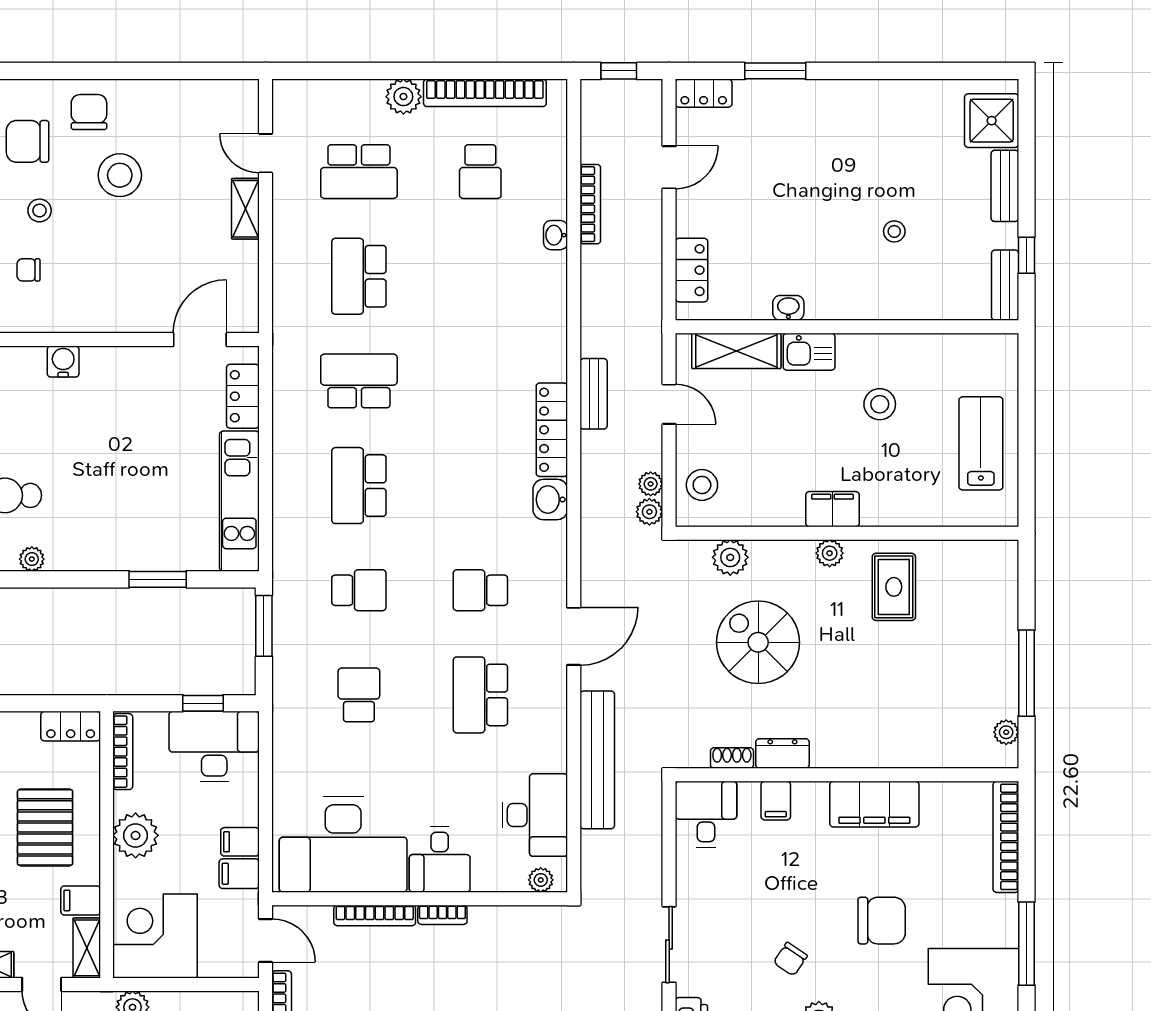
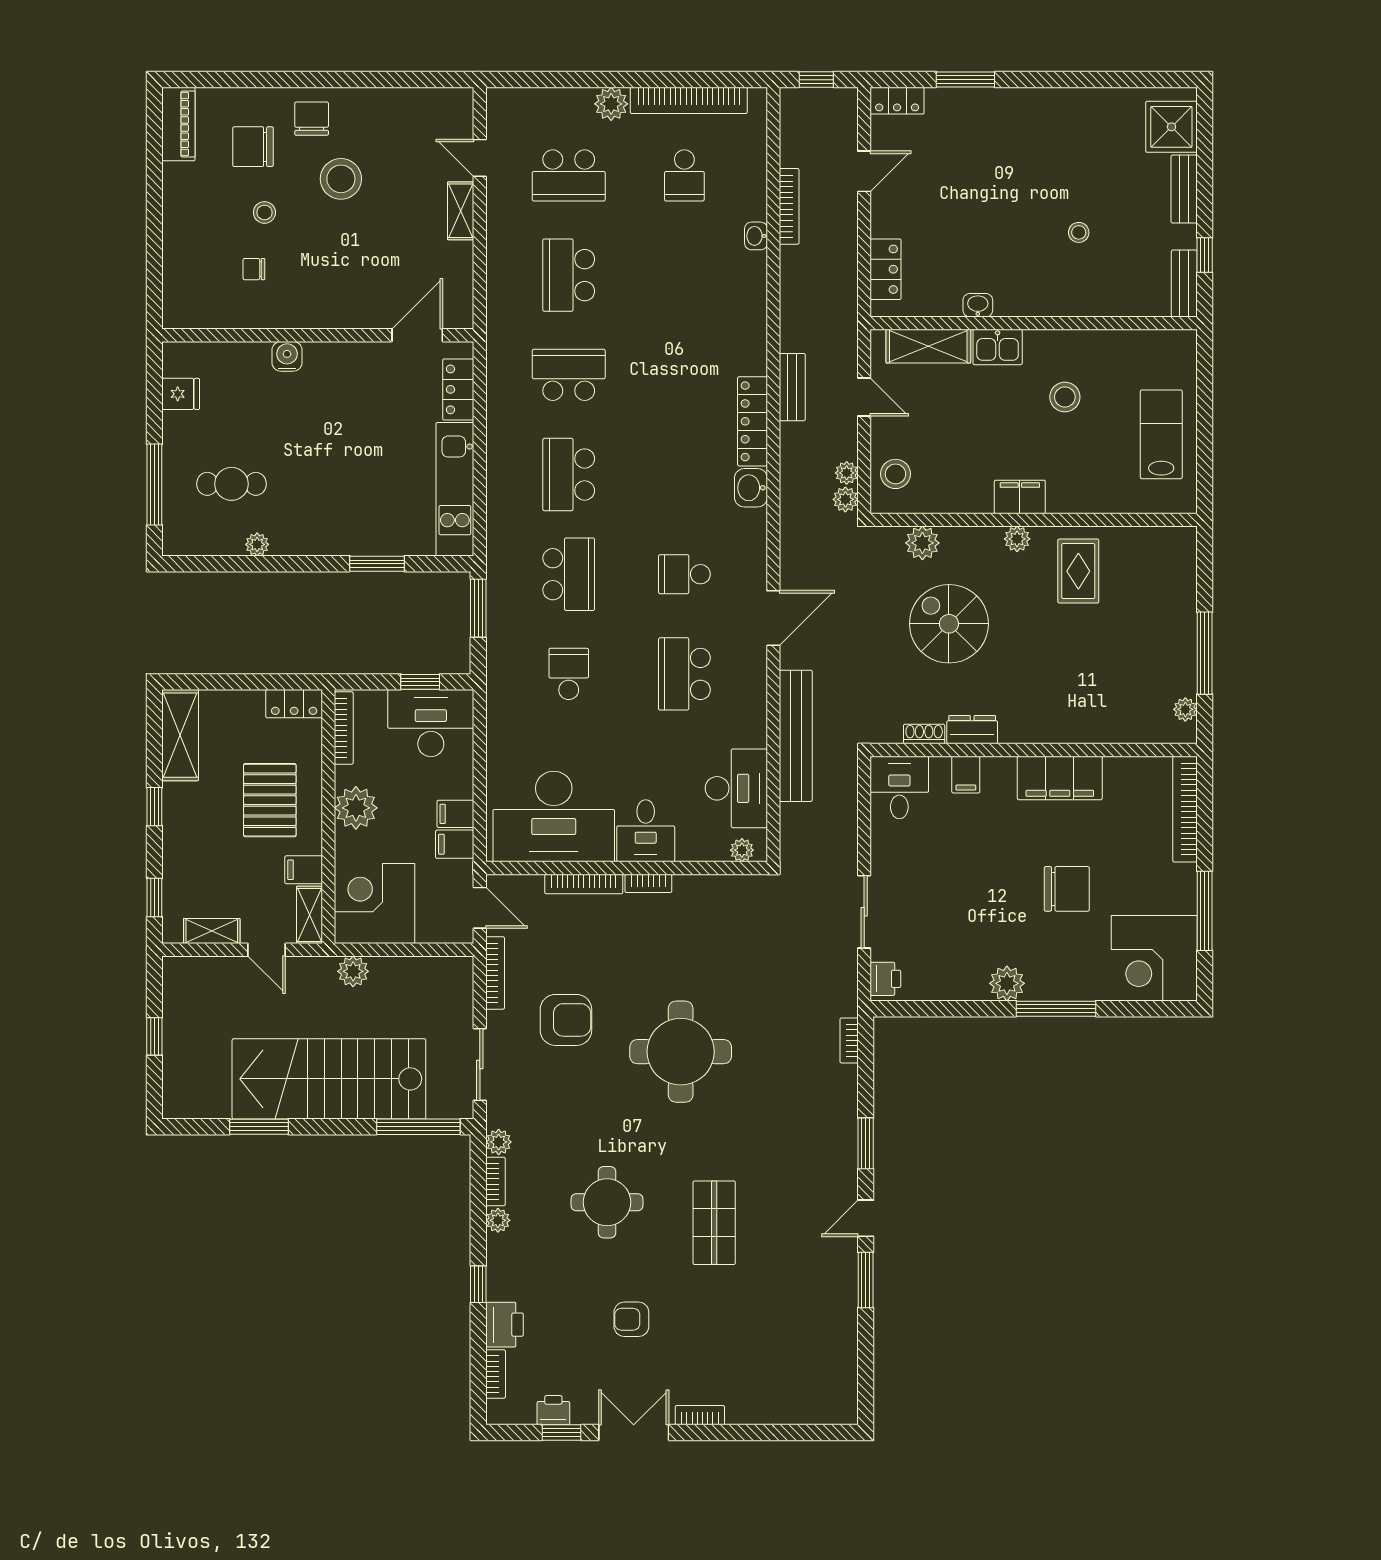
school desk: (359, 590) -> (569, 574), width x1.85
chair: (790, 959) -> (980, 926), removed

